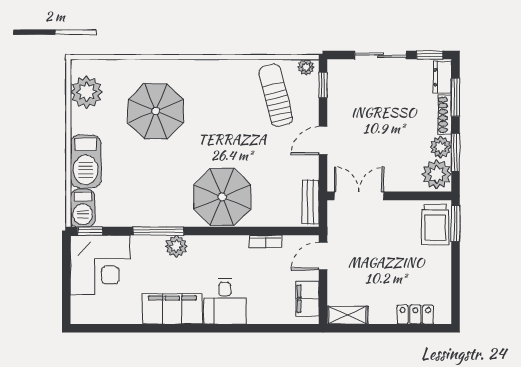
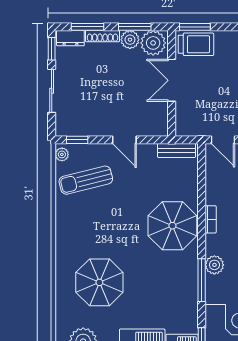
double door: (359, 196) -> (172, 80), moved
bookcase: (266, 242) -> (211, 219), moved

